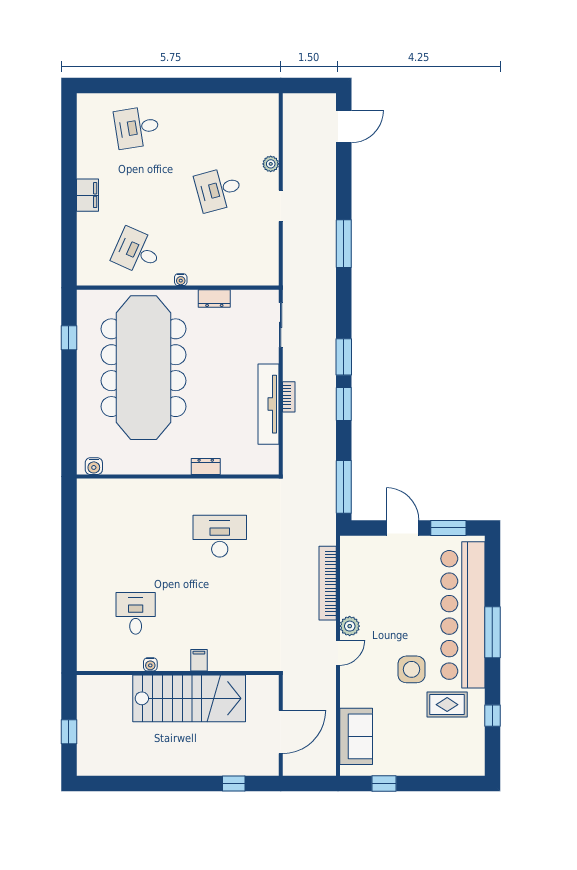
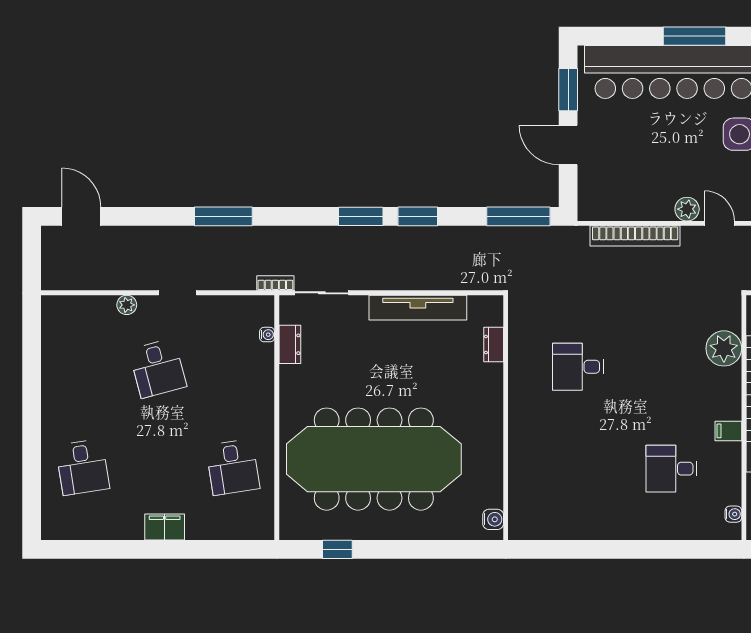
desk: (137, 251) -> (233, 467), turned -33
water cooler: (181, 280) -> (267, 335), moved
dresser: (214, 298) -> (290, 344), moved
bookcase: (289, 397) -> (275, 283), moved
dresser: (206, 466) -> (494, 345), moved
door: (403, 528) -> (568, 145), hinge flipped
desk: (220, 536) -> (578, 367), width x0.73
plant: (235, 656) -> (724, 348), added
filing cabinet: (199, 660) -> (728, 431), moved
water cooler: (150, 664) -> (733, 514), moved

